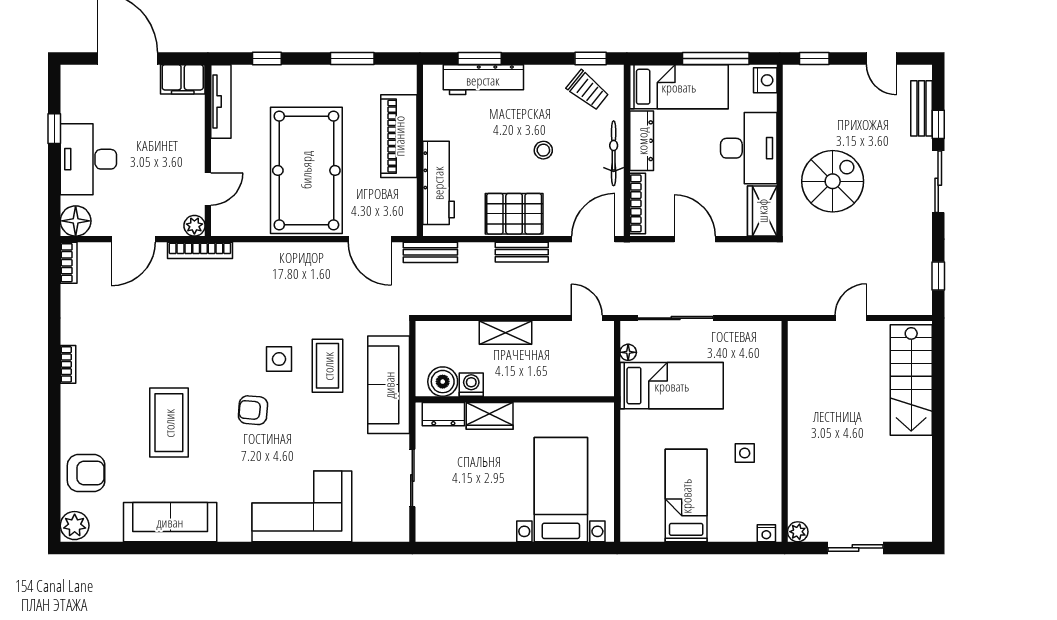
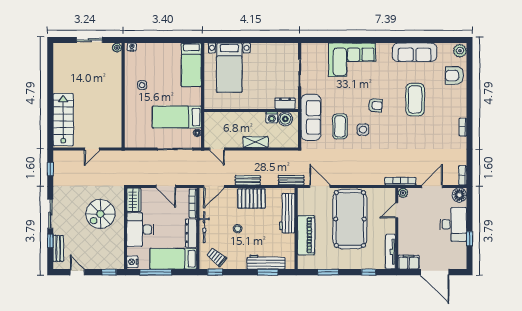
wardrobe: (490, 416) -> (263, 103), removed
bed: (686, 496) -> (191, 65), moved

